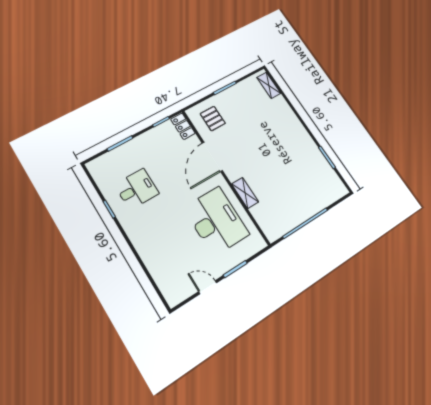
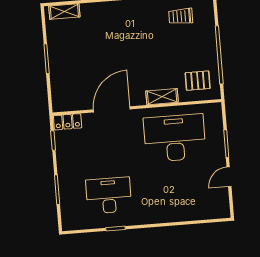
pallet: (213, 119) -> (198, 81), moved
door: (212, 157) -> (112, 109), swing flipped
trolley: (317, 176) -> (181, 16), added
desk: (137, 189) -> (109, 195), width x1.37

